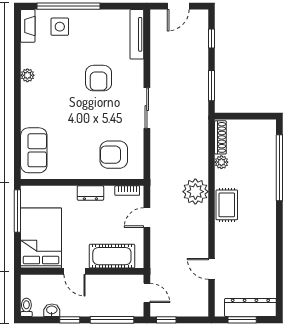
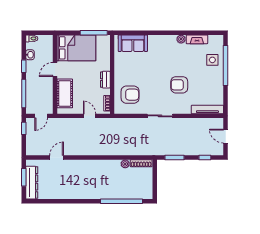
fireplace: (28, 26) -> (197, 39), moved
armchair: (114, 155) -> (130, 95), turned 90
plant: (195, 192) -> (106, 147), removed
rug: (227, 205) -> (98, 167), removed

